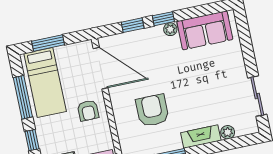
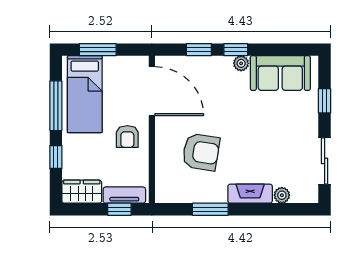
window: (247, 46) -> (325, 101), added
armchair: (152, 110) -> (201, 152), turned 99

